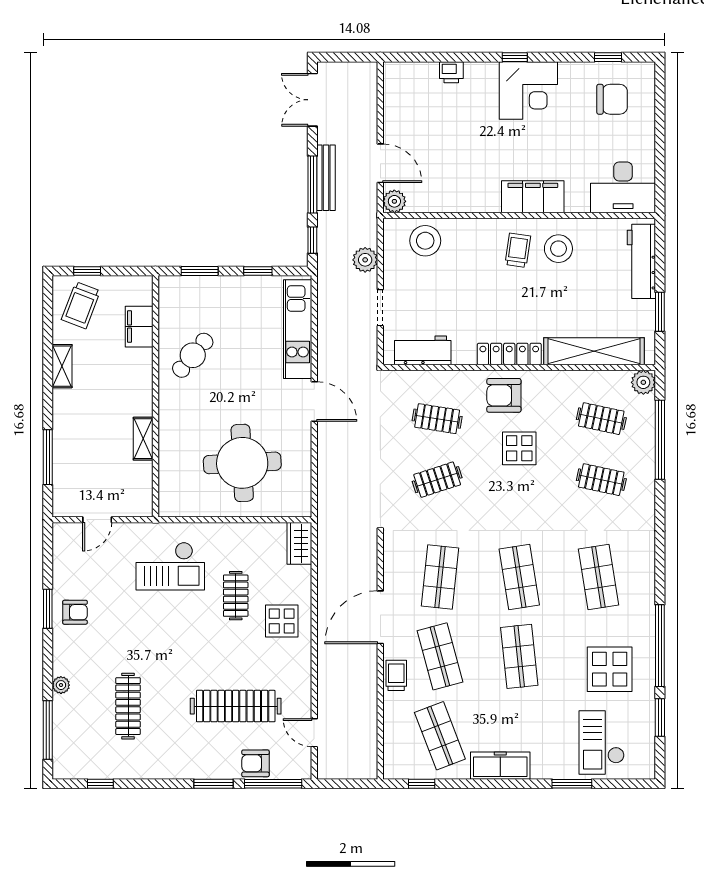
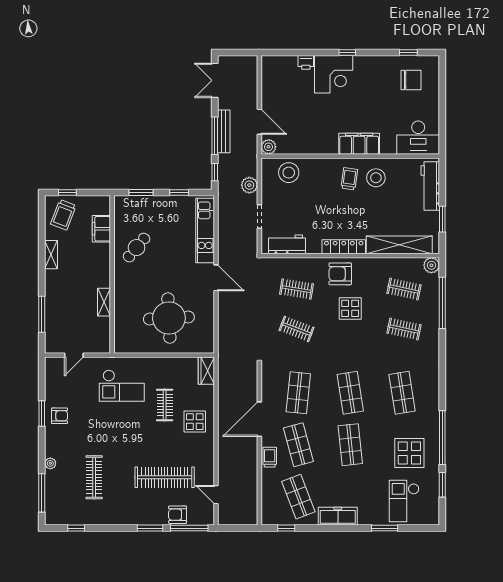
corner desk: (528, 90) -> (334, 74), moved
clothes rail: (437, 480) -> (297, 329), turned 39

